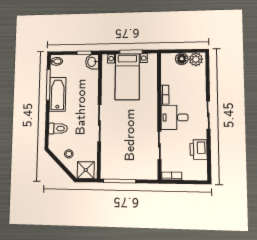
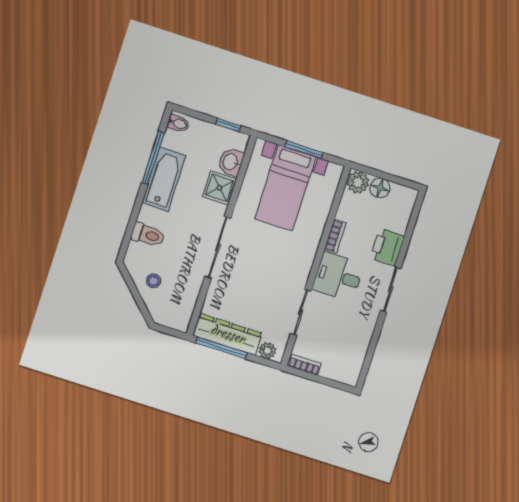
plant: (196, 59) -> (358, 182), moved
washbasin: (92, 62) -> (231, 162), moved
printer: (198, 150) -> (387, 247), moved
shower: (86, 170) -> (219, 188), moved
dresser: (121, 172) -> (228, 334), added
plant: (147, 174) -> (267, 351), added

